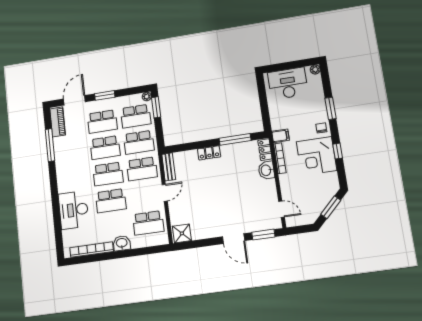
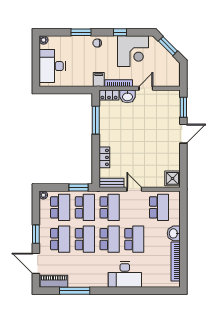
window: (156, 107) -> (78, 188), moved
locker: (209, 153) -> (104, 157), moved
corner desk: (317, 156) -> (133, 51), moved
door: (282, 209) -> (146, 88), moved
desk: (74, 210) -> (125, 274), moved

